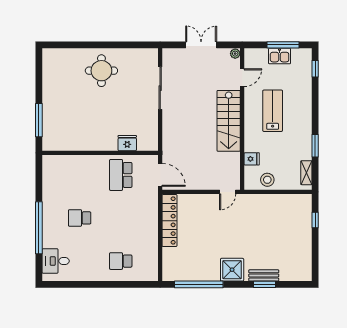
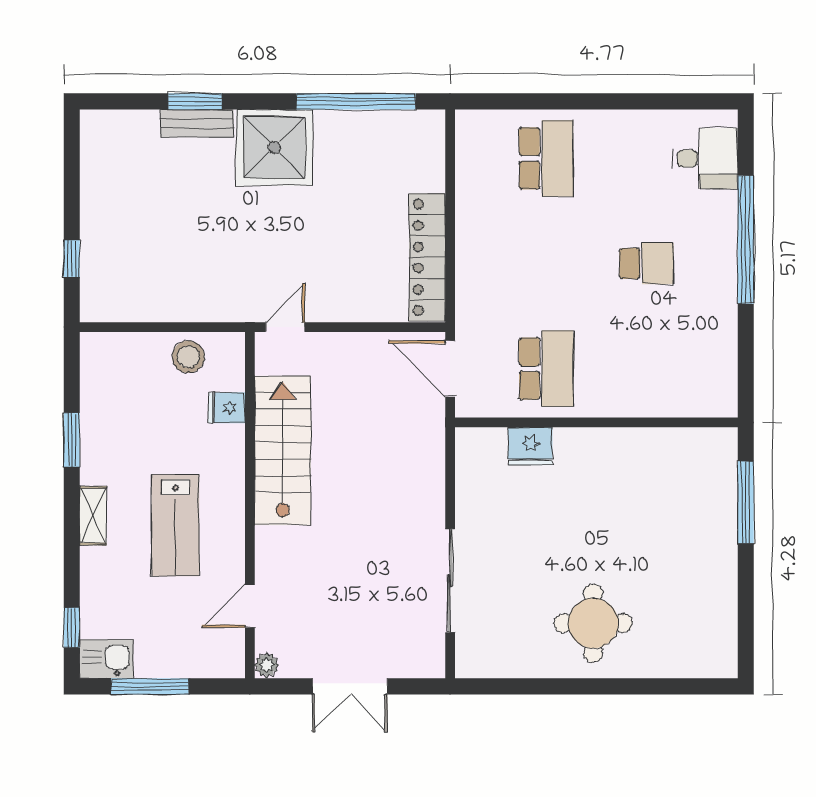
kitchen sink: (280, 56) -> (106, 659), moved
stairs: (229, 121) -> (283, 450), moved
shelving: (306, 173) -> (93, 516), moved
school desk: (121, 261) -> (546, 158), width x1.85
shower: (232, 270) -> (274, 148), width x1.37, depth x1.37

